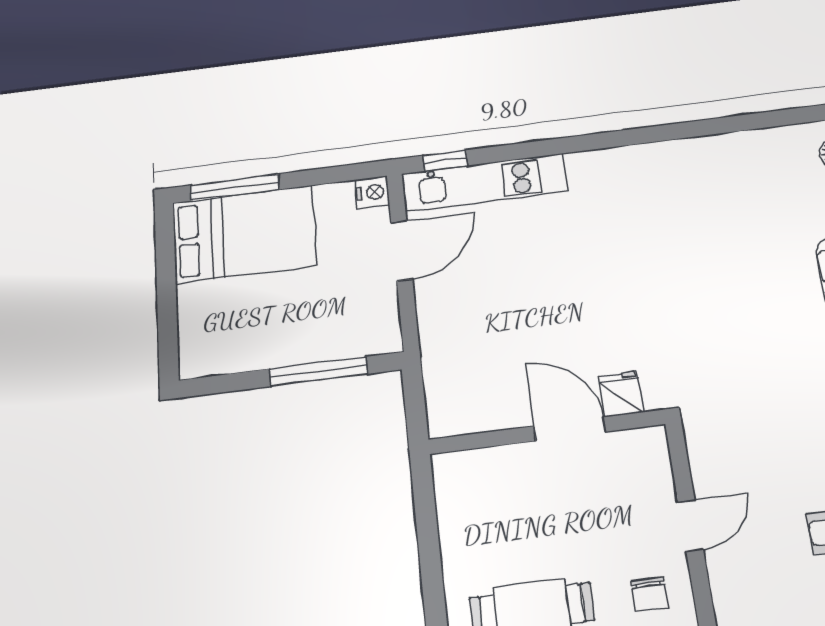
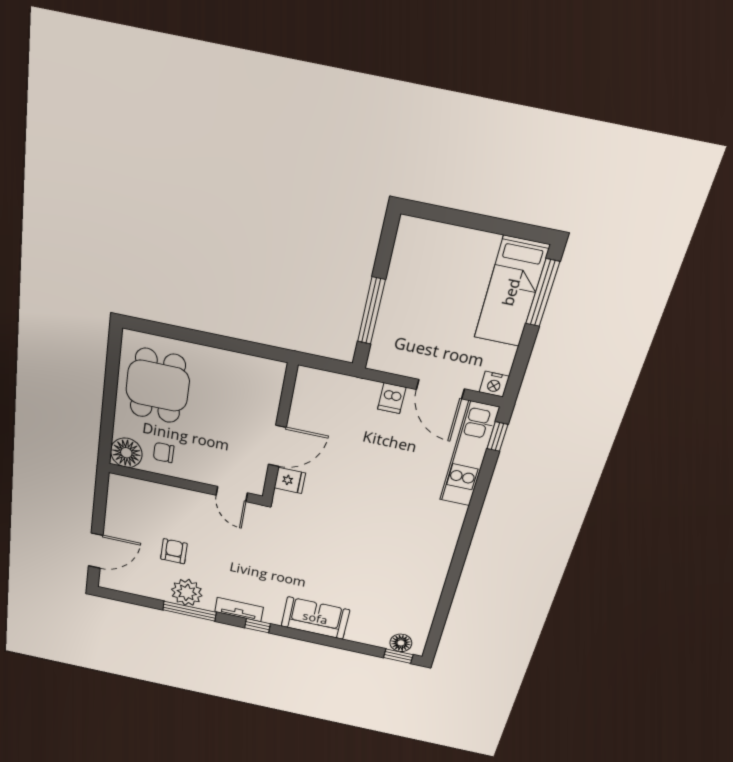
bed: (244, 234) -> (511, 292), width x0.67
dishwasher: (436, 304) -> (392, 398), added
door: (691, 526) -> (232, 494), moved

